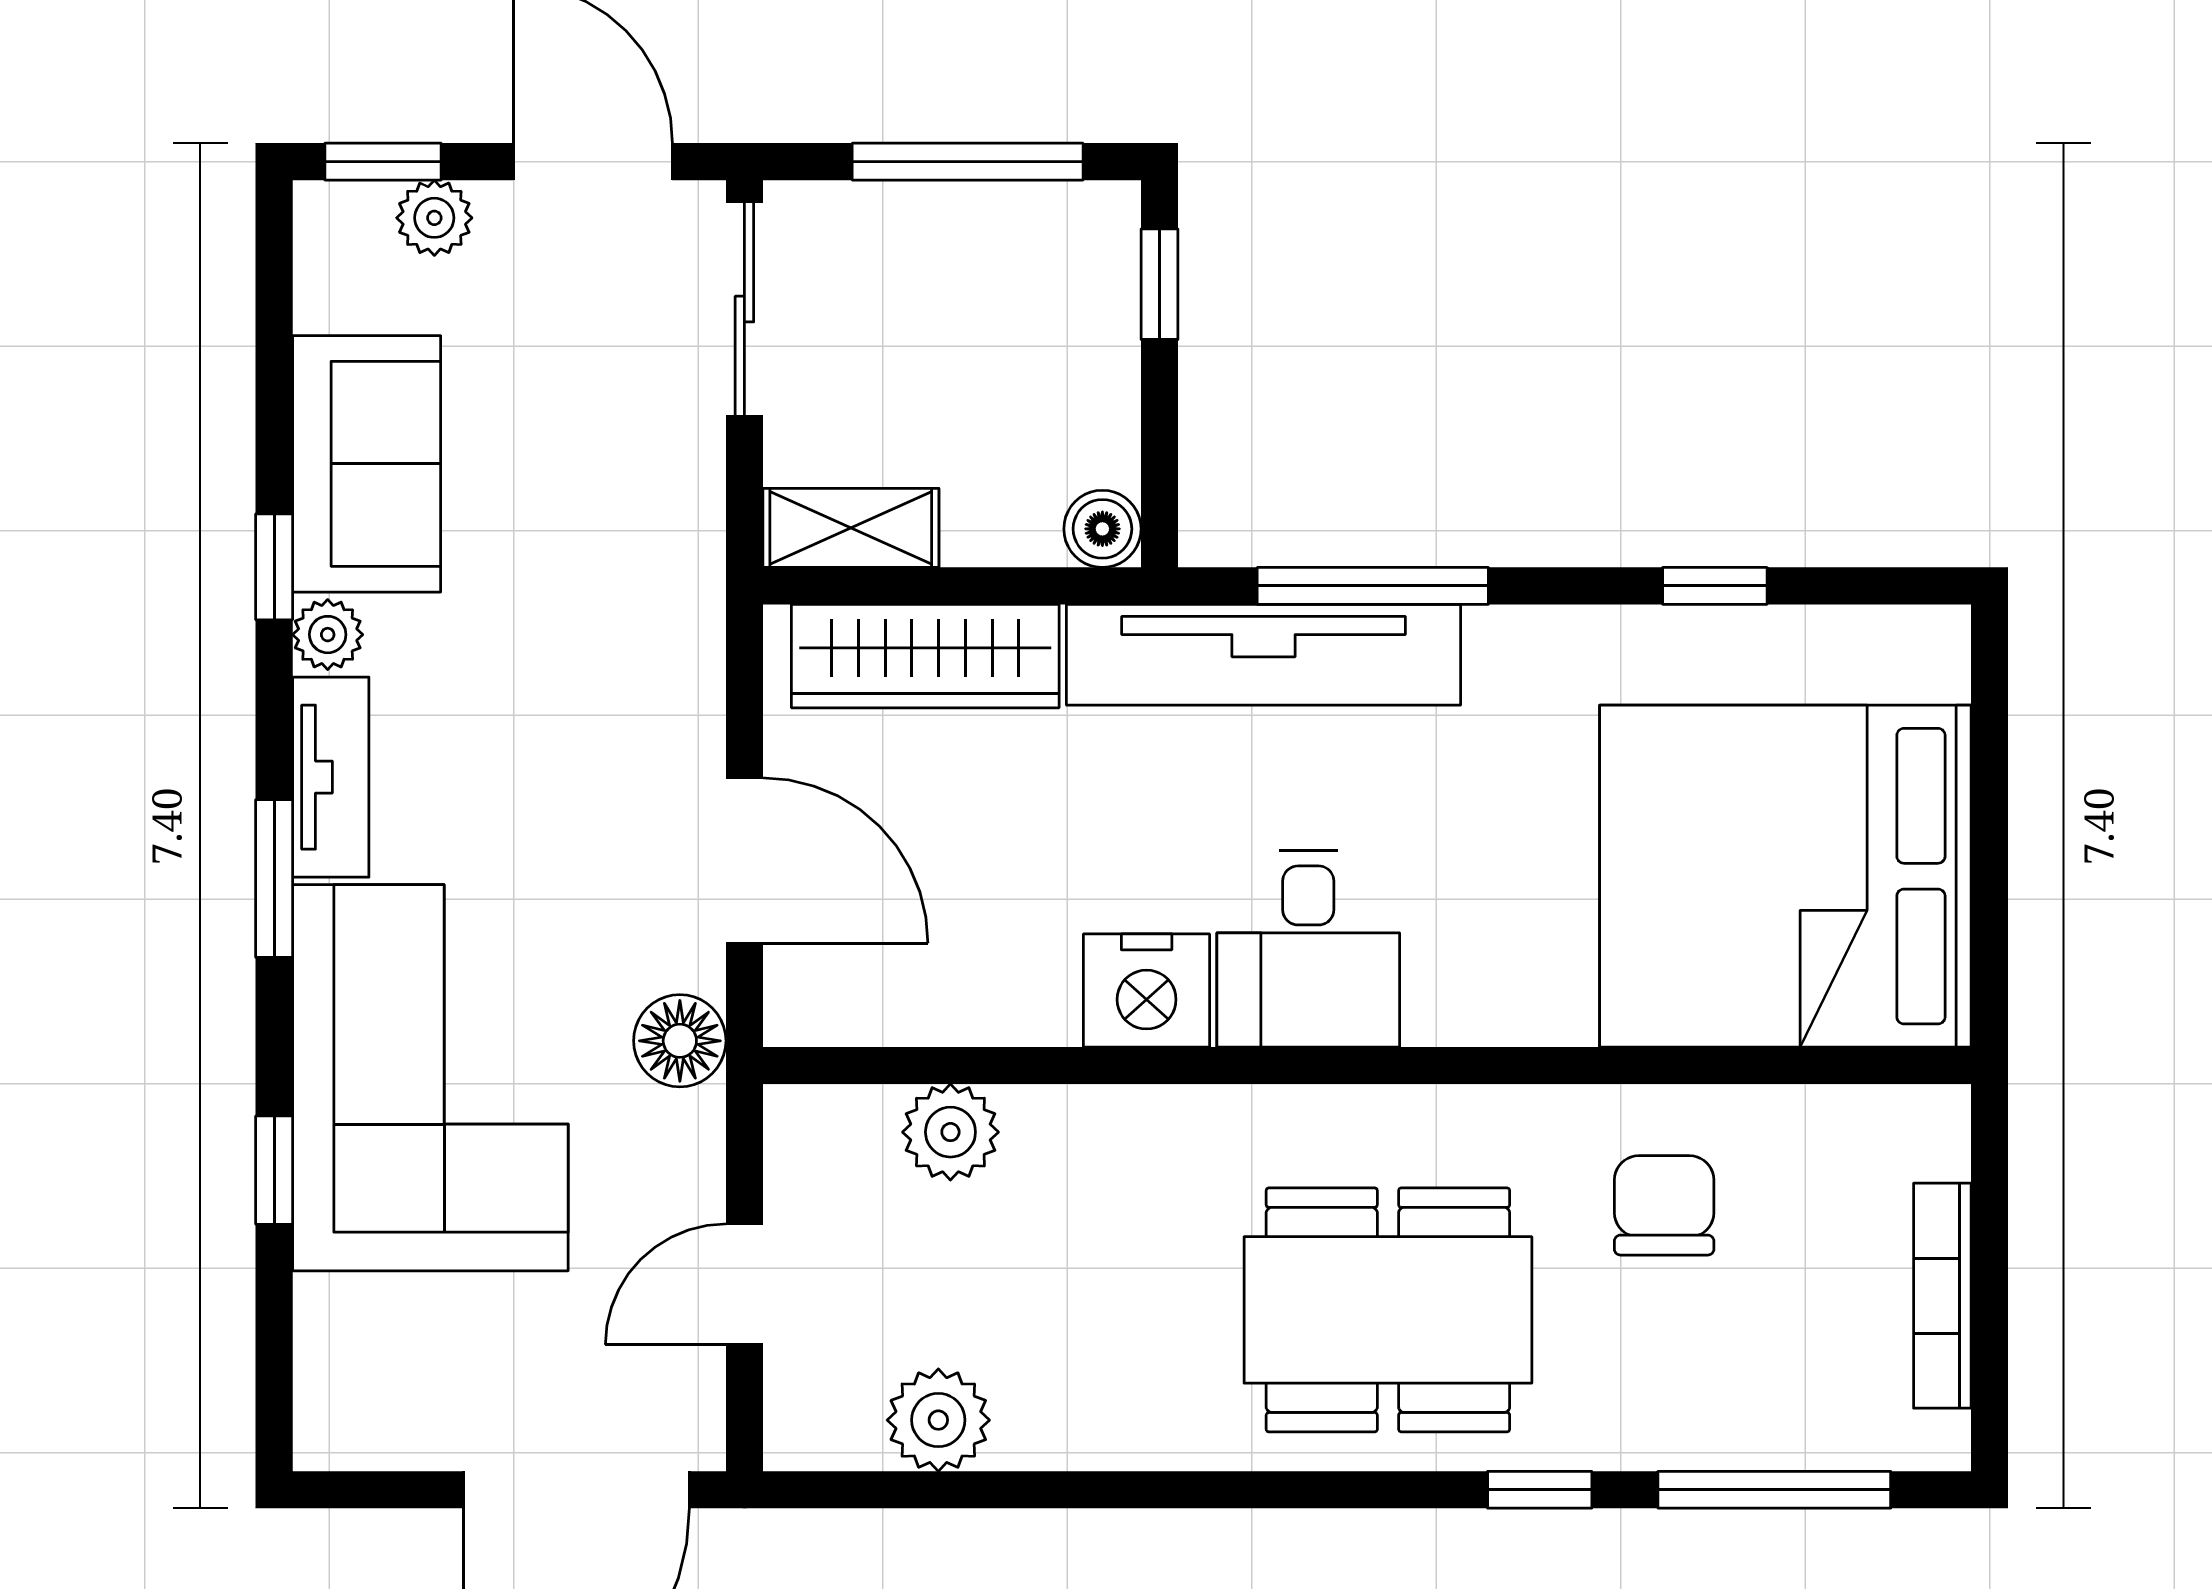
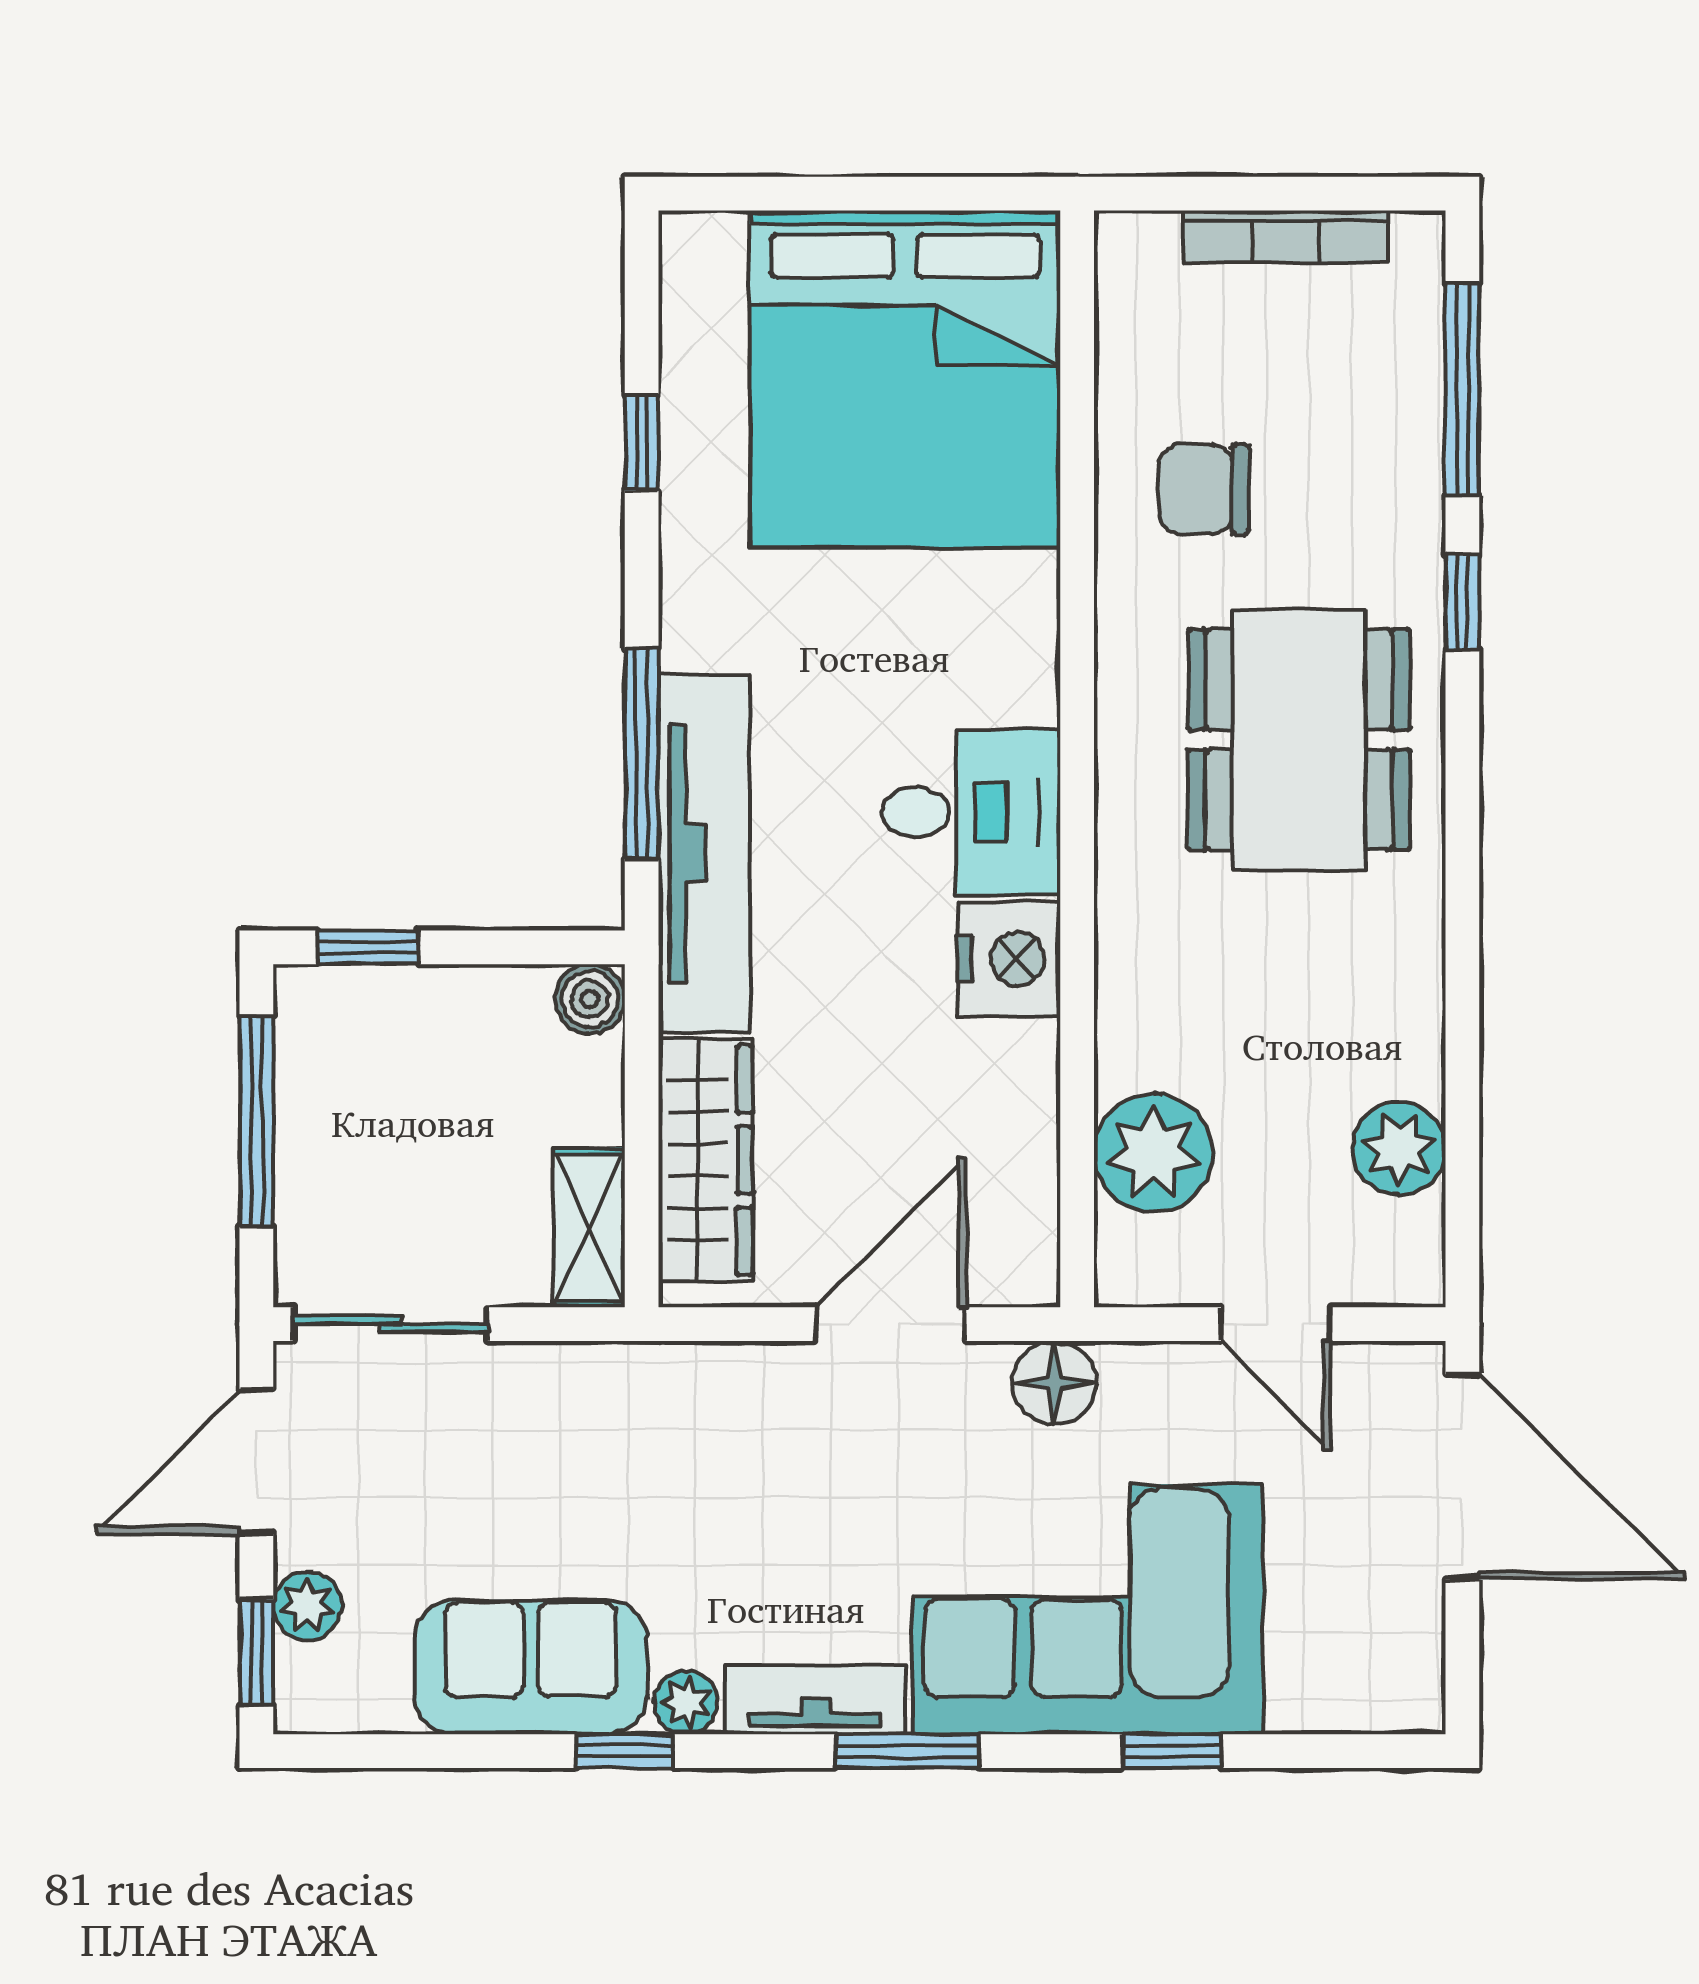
plant: (950, 1132) -> (1153, 1153), width x1.36, depth x1.36

